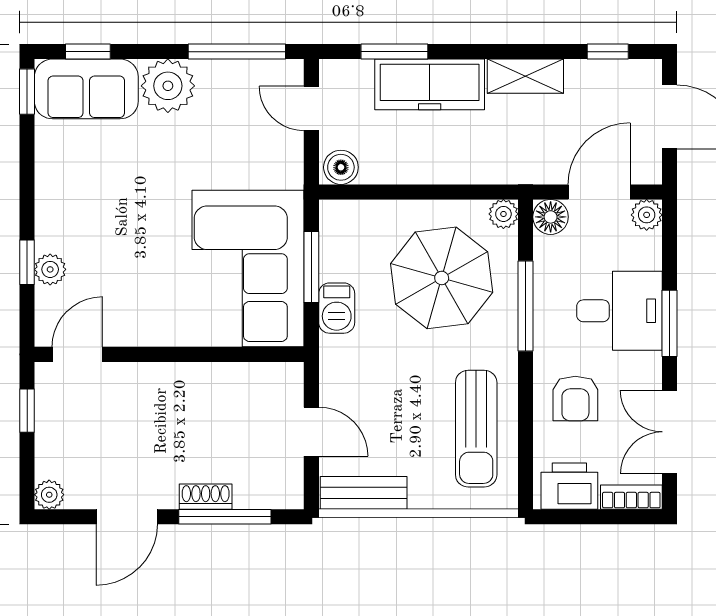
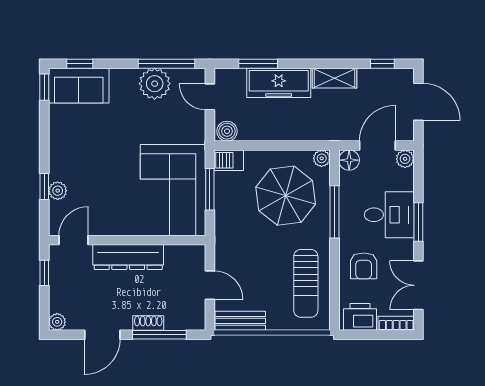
plant: (168, 86) -> (155, 84), moved
barbecue: (337, 308) -> (229, 160), moved, turned 90
dresser: (171, 383) -> (128, 257), added

